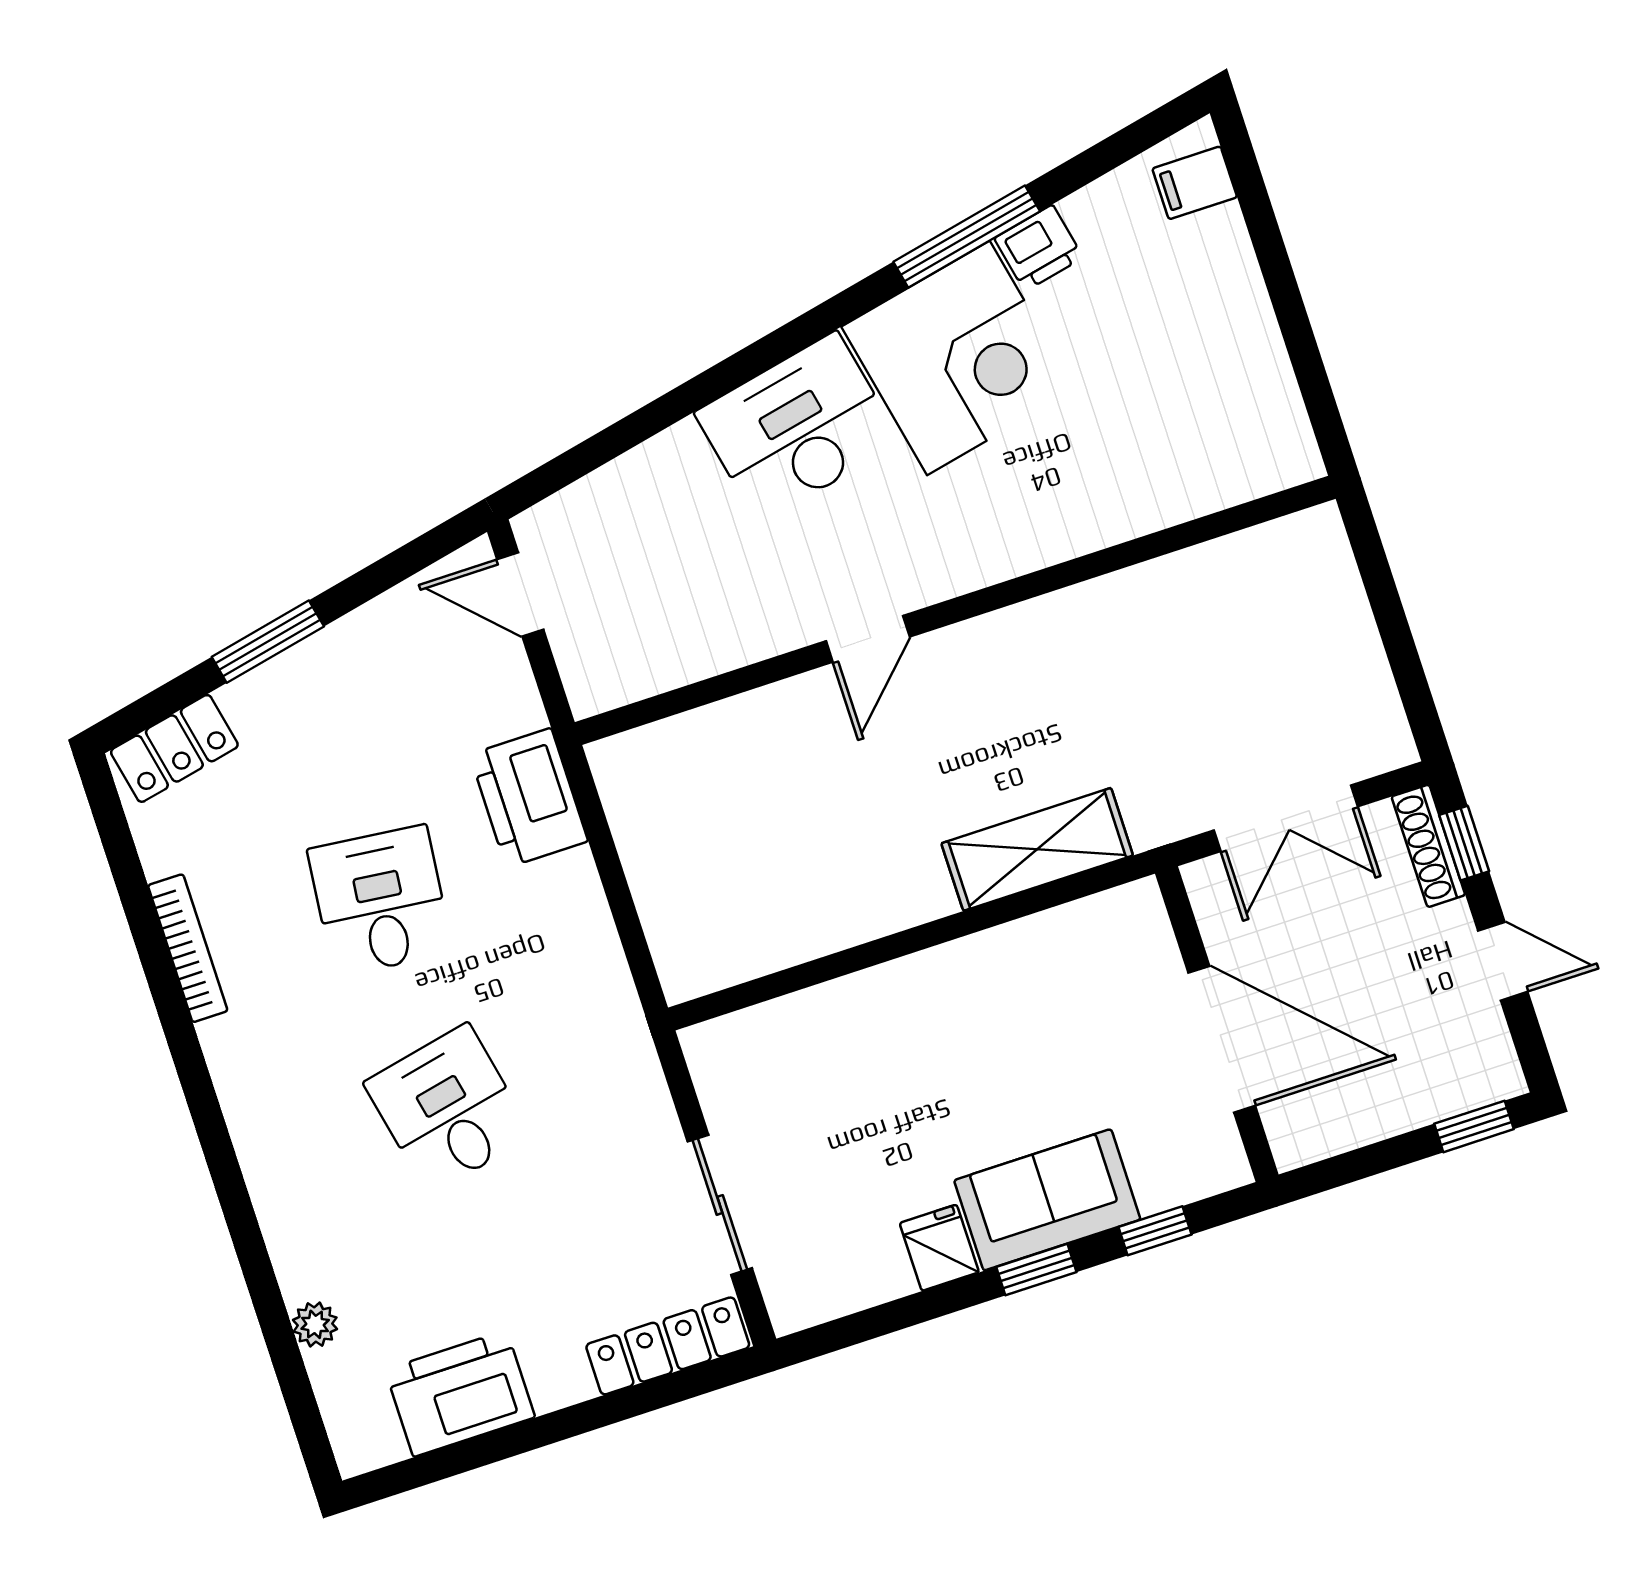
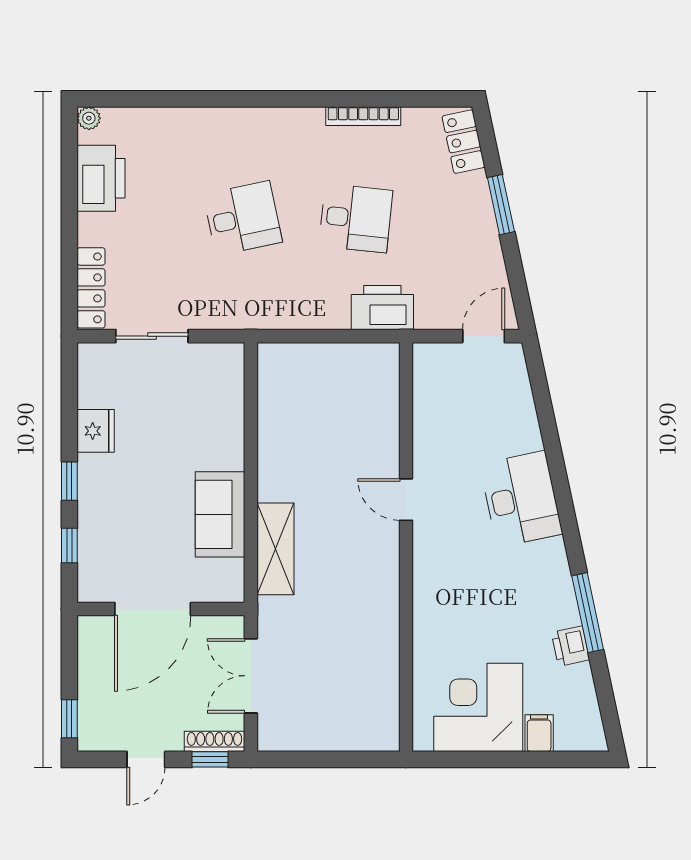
filing cabinet: (1195, 183) -> (539, 733), moved
corner desk: (958, 358) -> (478, 707), moved, turned 102
sofa: (1047, 1200) -> (220, 514), moved, turned 180
fridge: (939, 1248) -> (96, 431), width x1.38
plant: (315, 1324) -> (89, 118), moved

